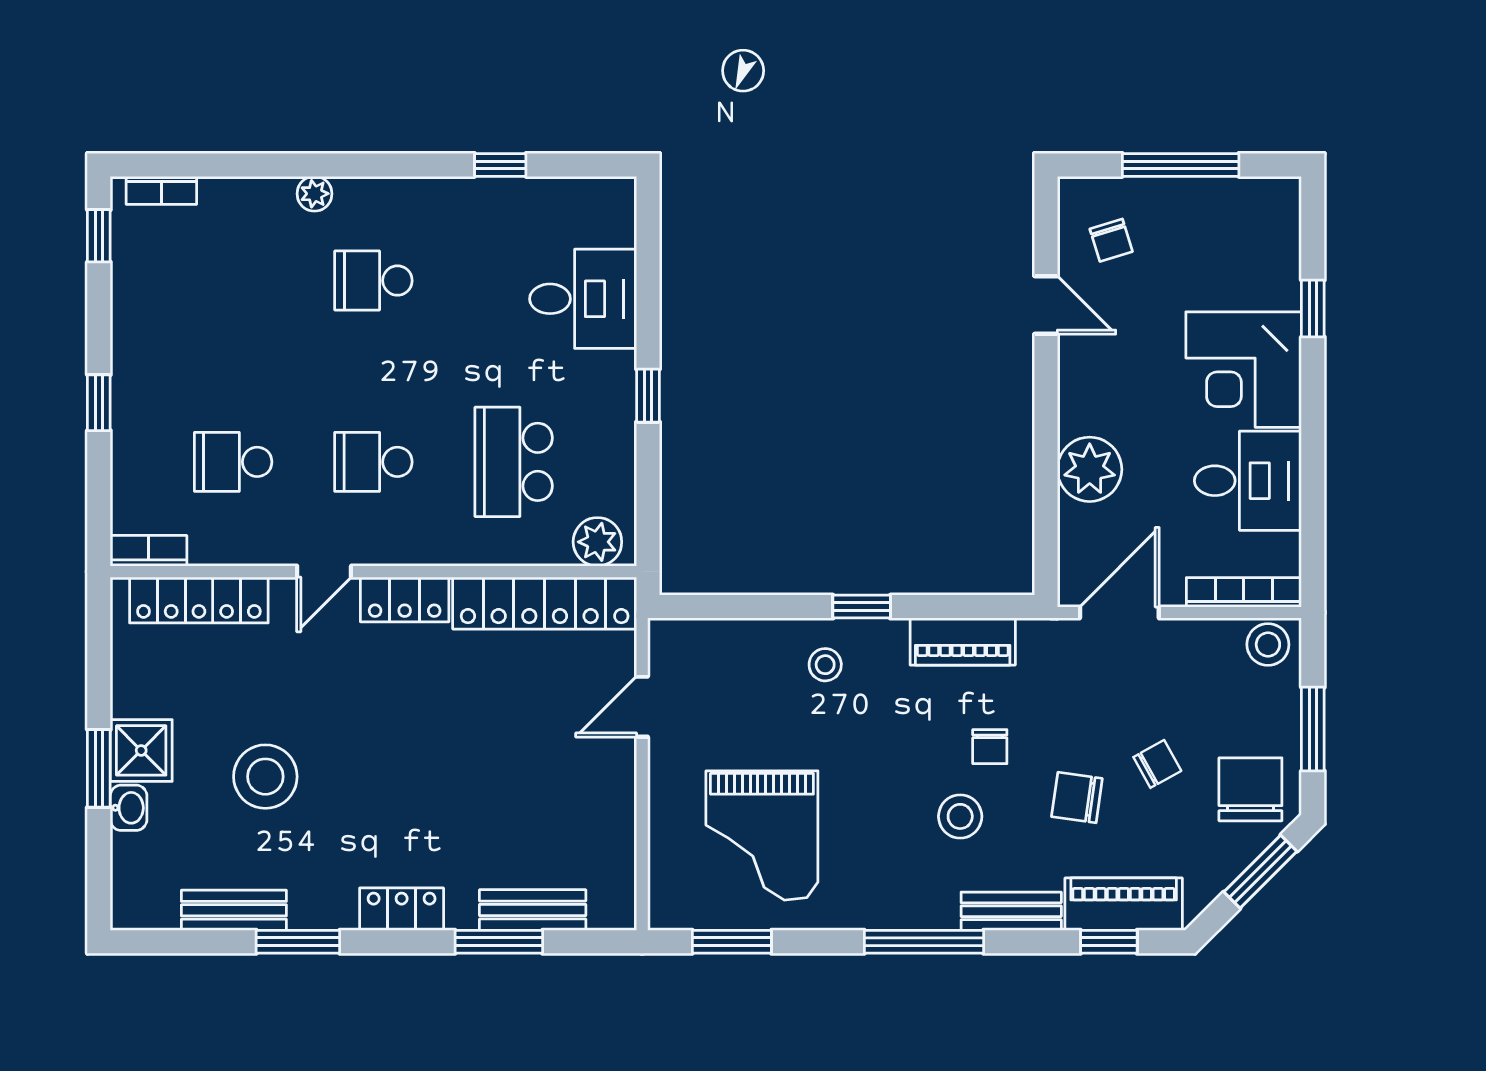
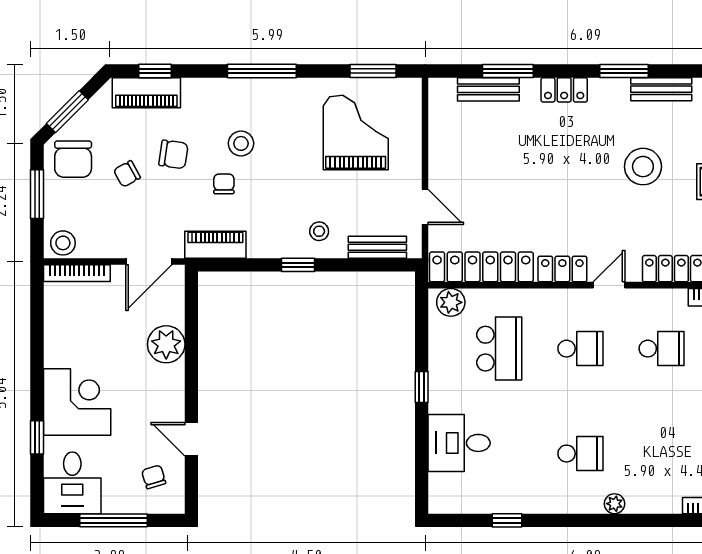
desk: (1248, 481) -> (72, 483), moved, turned -90
piano: (963, 642) -> (215, 245), moved
door: (642, 707) -> (425, 207), hinge flipped
bench: (1011, 911) -> (377, 247), moved

